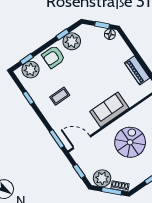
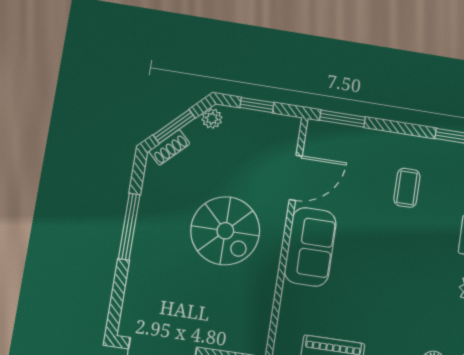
door: (82, 142) -> (296, 178), moved
plant: (102, 178) -> (212, 118), width x0.53, depth x0.53

